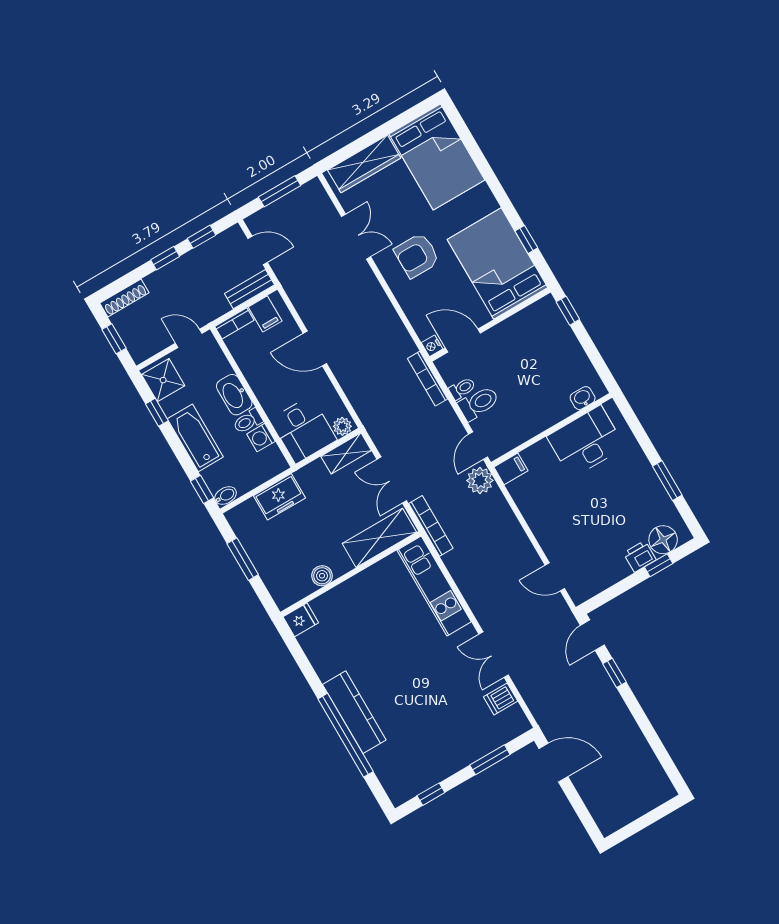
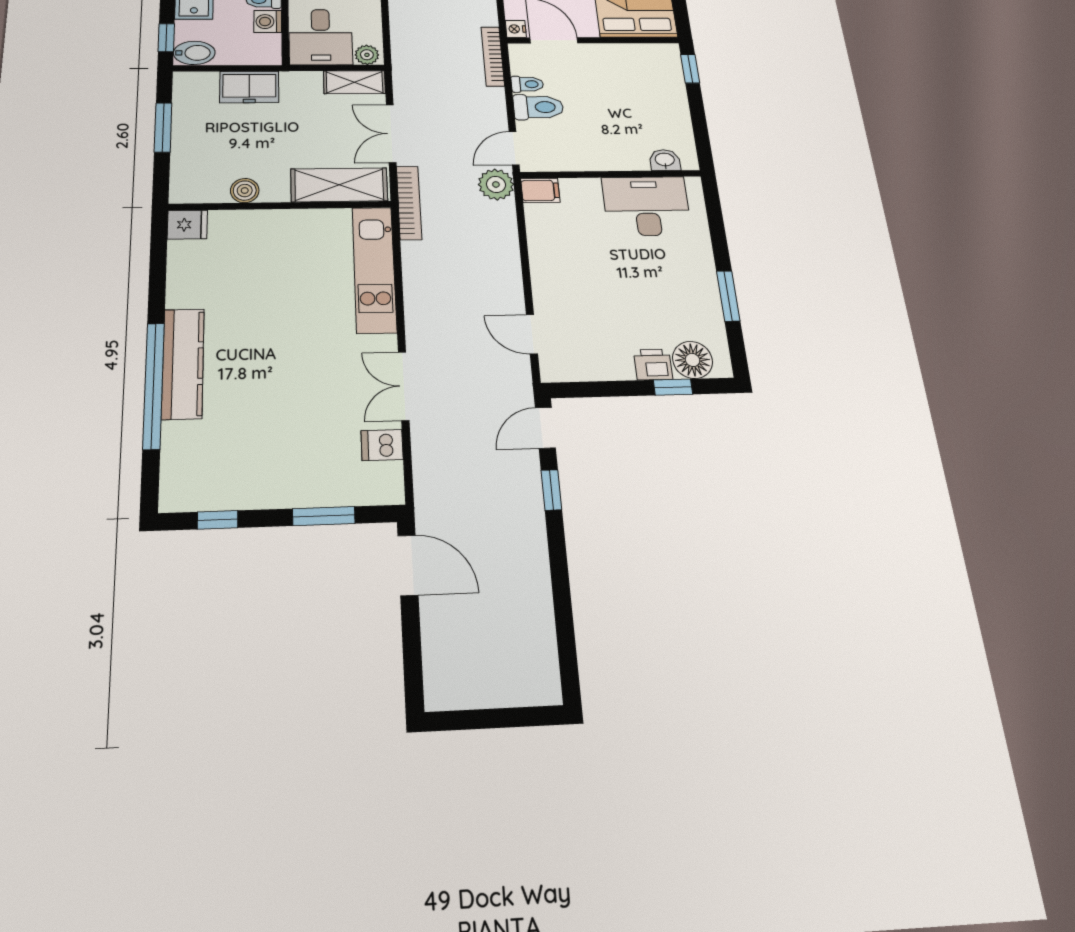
bidet: (226, 496) -> (194, 53), width x1.38, depth x1.36

